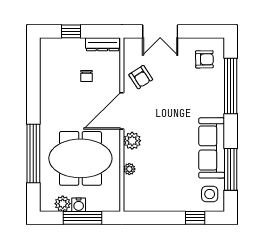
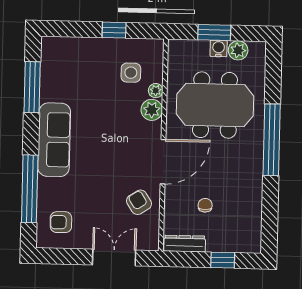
plant: (132, 141) -> (152, 110), moved
sofa: (212, 148) -> (54, 140), moved
window: (33, 153) -> (272, 140), moved
side table: (210, 194) -> (131, 73), moved
window: (82, 218) -> (214, 32), width x0.69
window: (195, 218) -> (114, 30), moved

